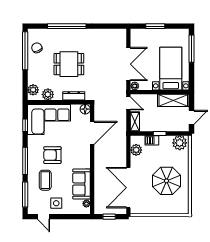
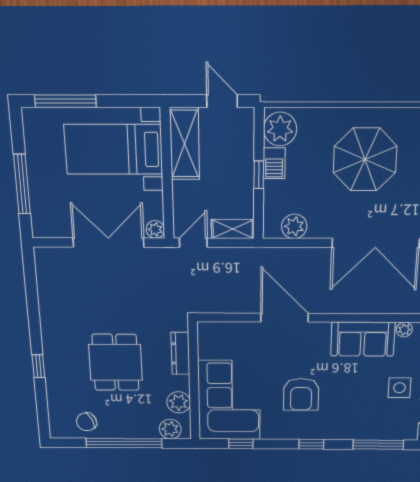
window: (67, 26) -> (38, 366), width x0.32
window: (155, 26) -> (22, 184), width x1.44
window: (25, 51) -> (124, 443), moved
floor lamp: (85, 109) -> (207, 331), removed
door: (92, 133) -> (285, 318), moved
barbecue: (152, 140) -> (274, 163), moved
window: (25, 161) -> (311, 444), width x0.46
coffee table: (45, 180) -> (352, 408), removed

